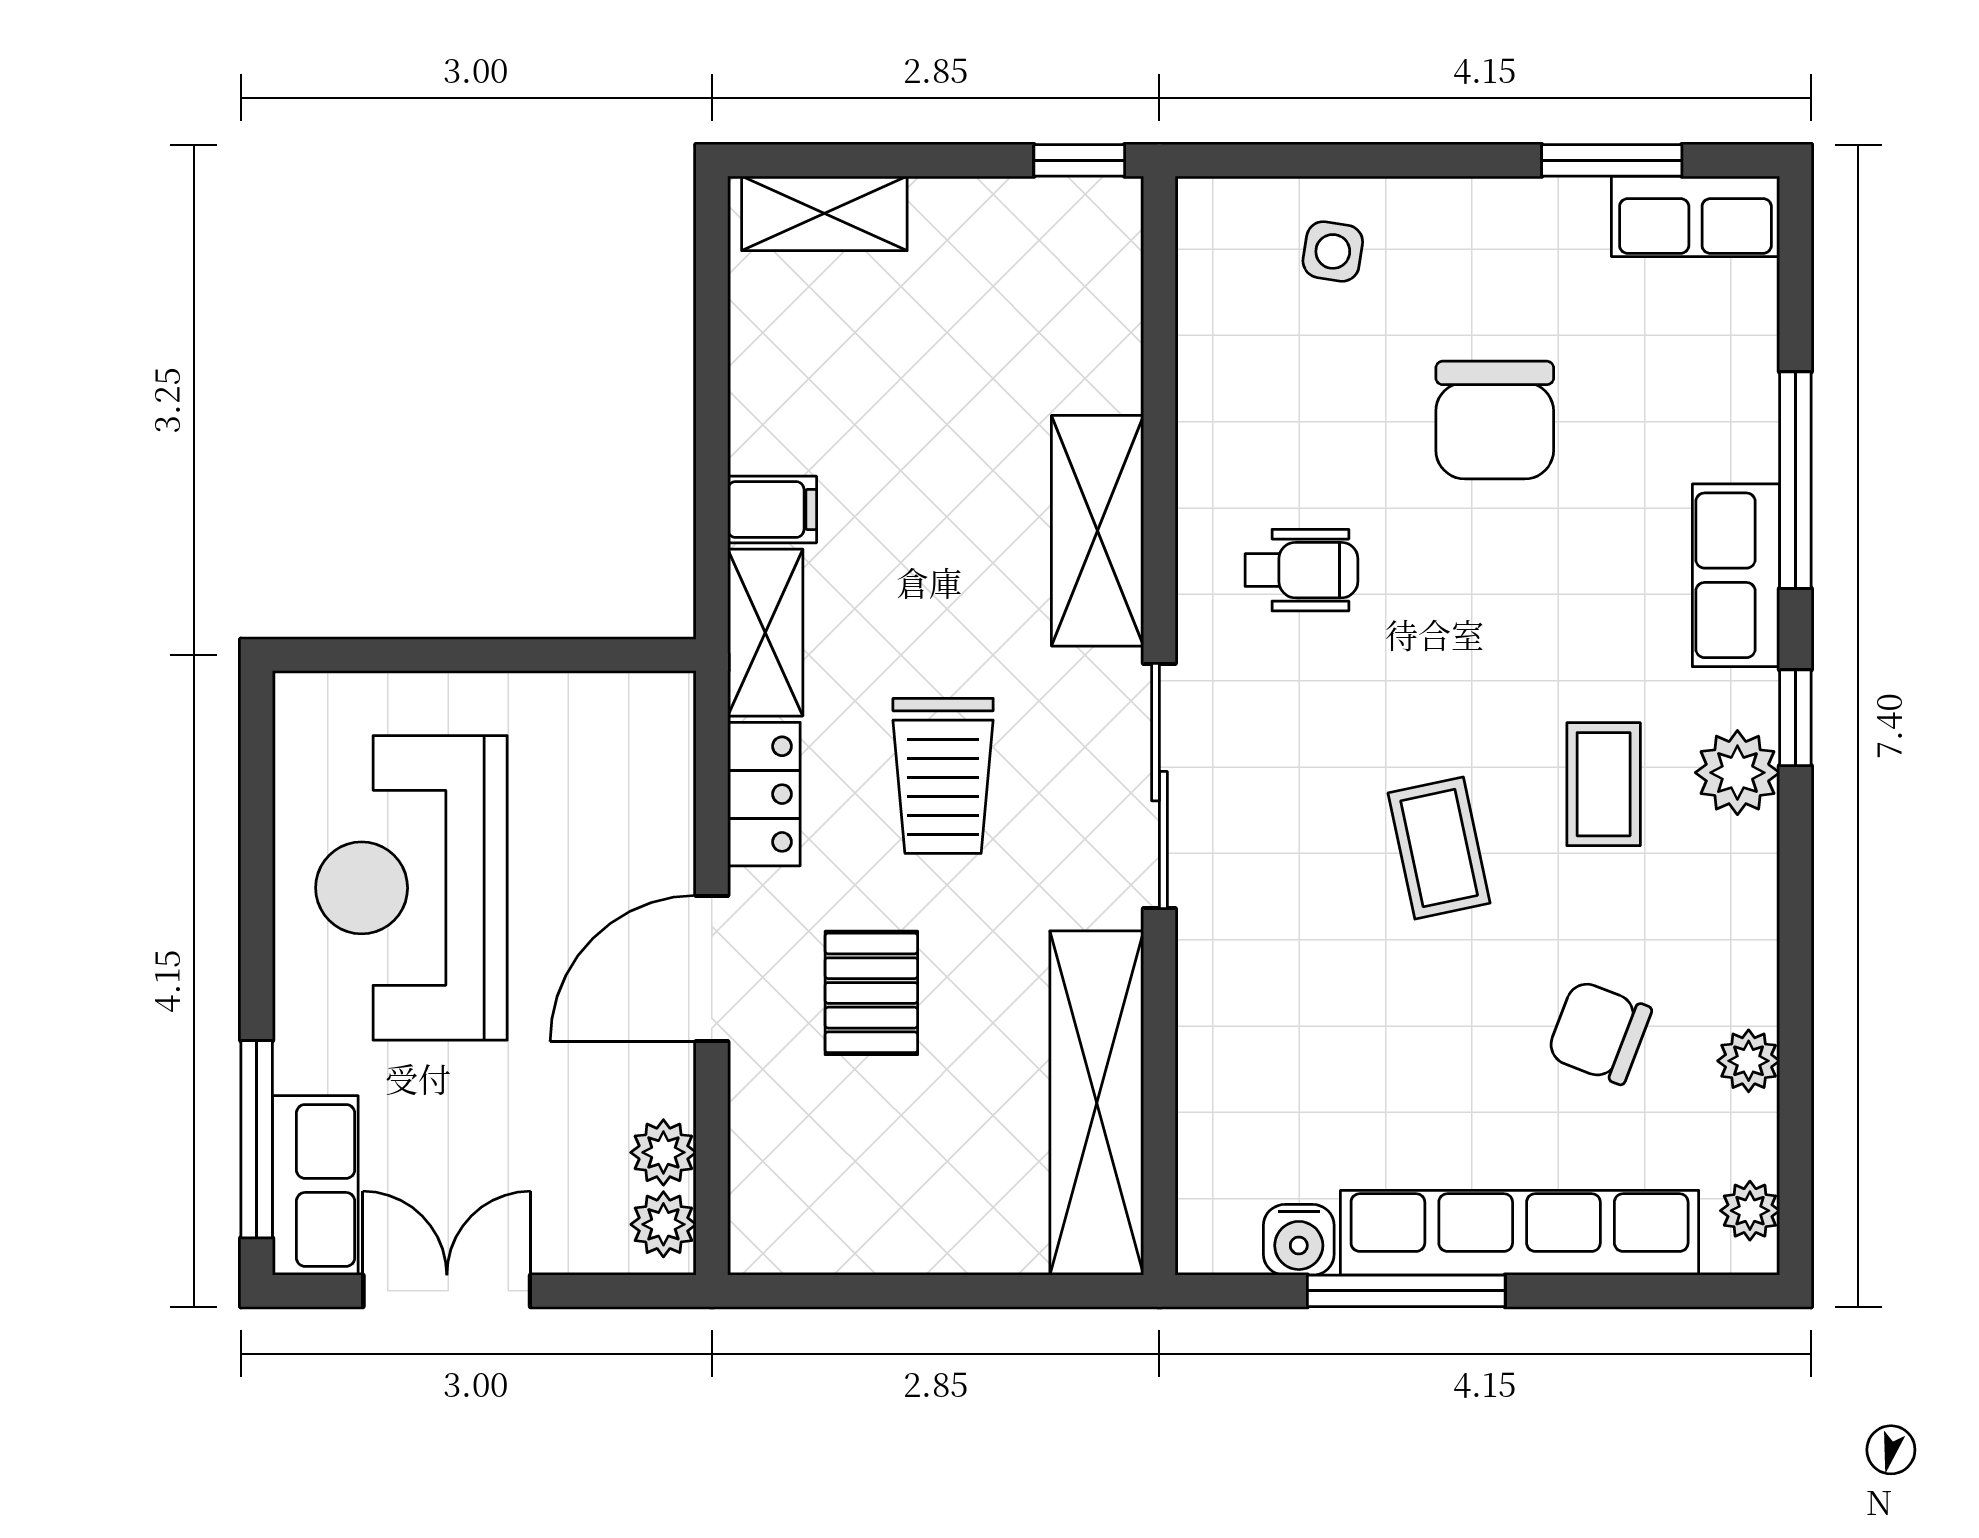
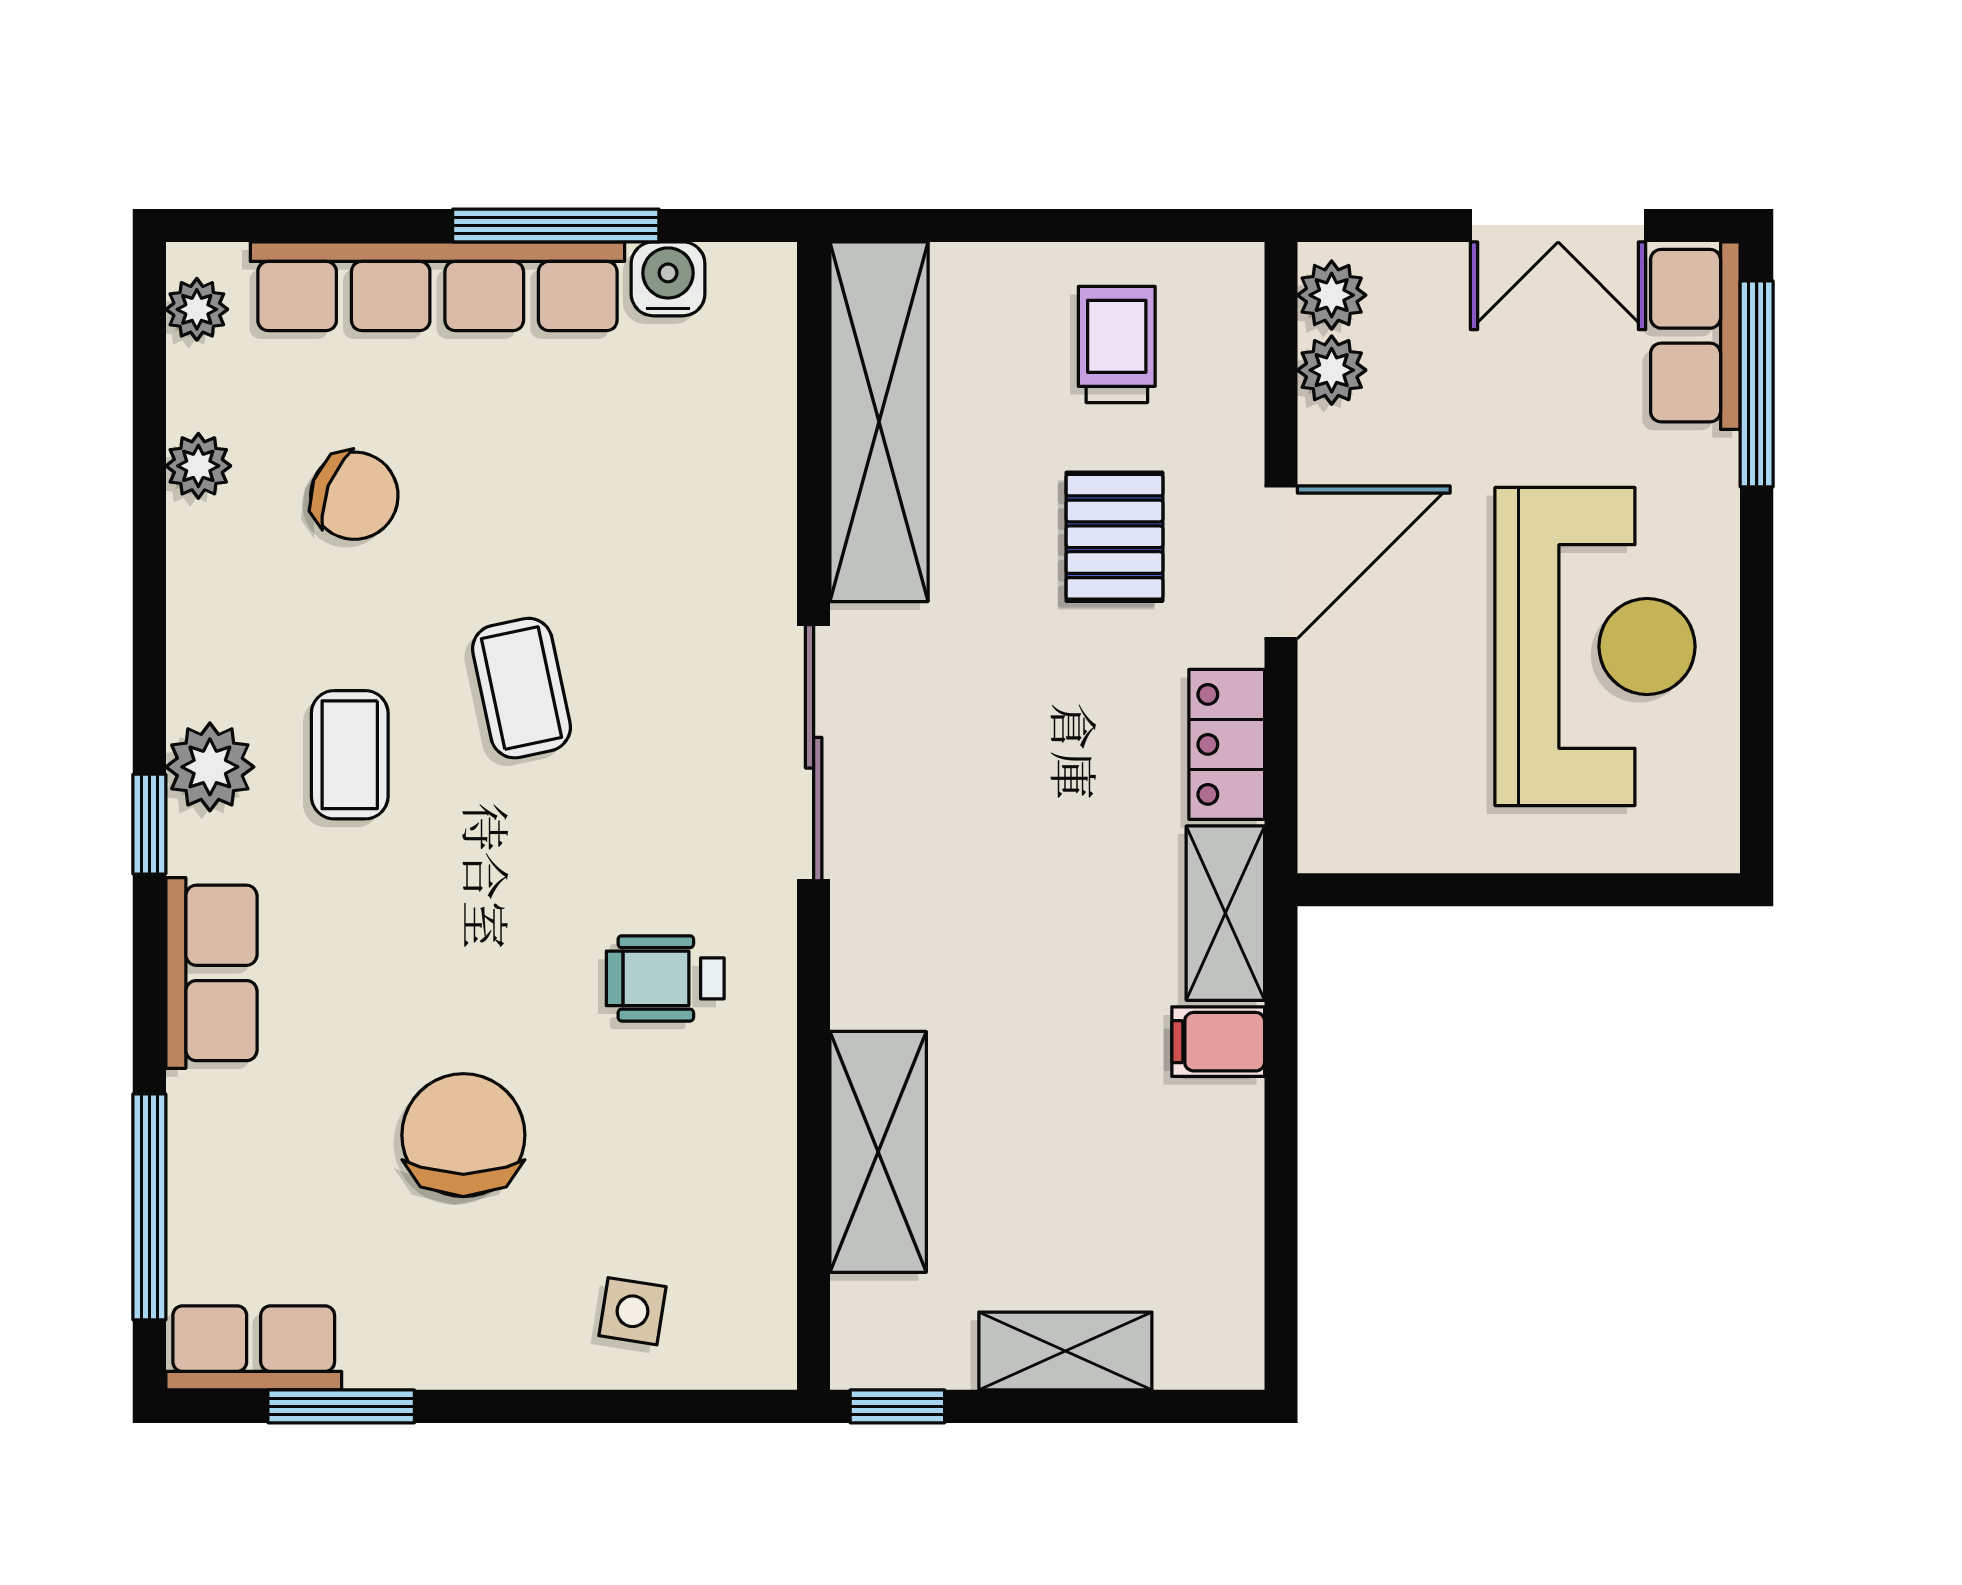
shelving: (824, 213) -> (1065, 1351), moved
window: (1795, 480) -> (149, 1207), moved
shelving: (1098, 531) -> (878, 1152), moved
trolley: (943, 776) -> (1117, 344), moved, width x0.73, depth x0.72

